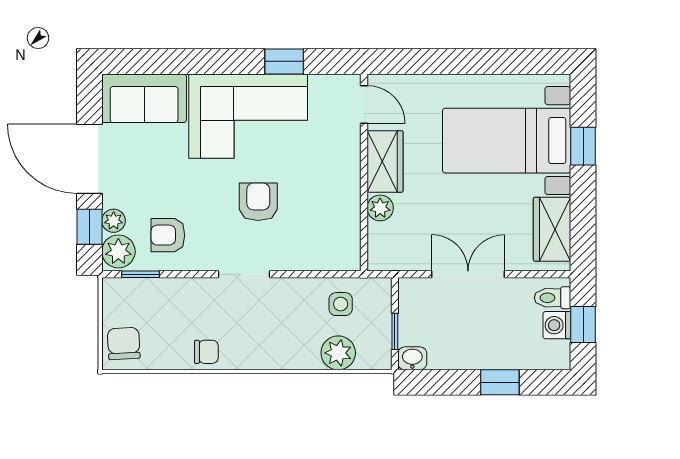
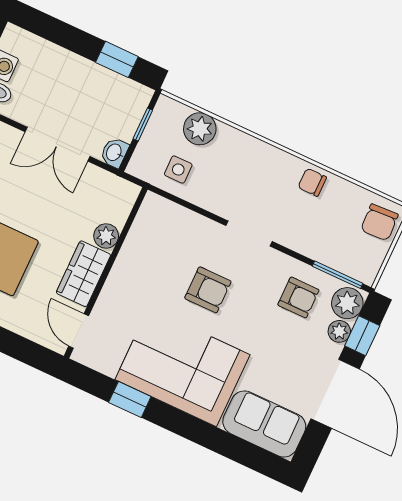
armchair: (258, 202) -> (208, 290), turned -90
window: (140, 274) -> (338, 275), width x1.50
washbasin: (412, 358) -> (114, 153), moved, turned 90
window: (500, 382) -> (117, 59), moved

